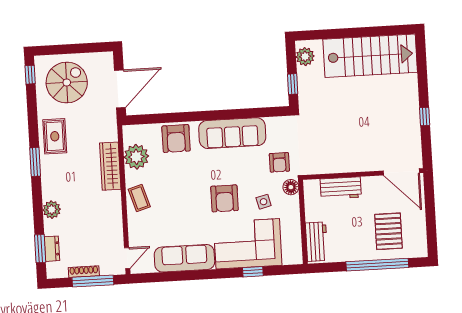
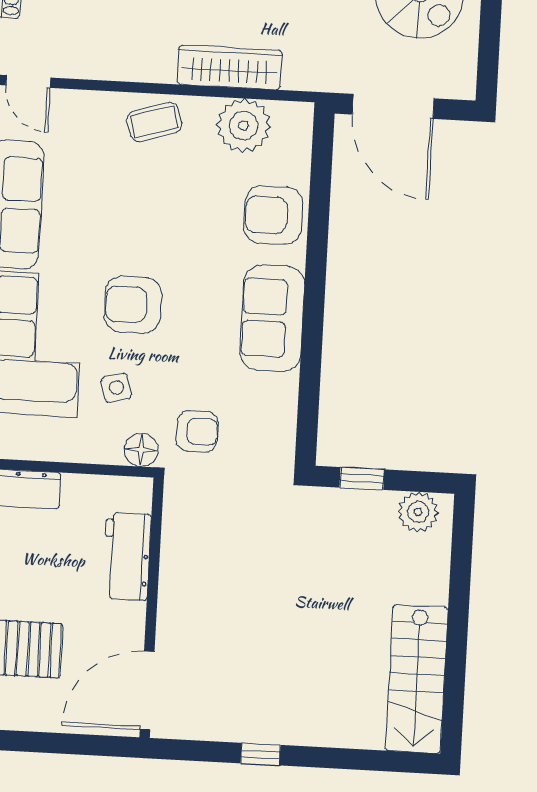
stairs: (370, 56) -> (417, 679), width x0.73, depth x0.66
sofa: (232, 133) -> (272, 318), width x0.73
armchair: (279, 162) -> (197, 431), turned 180

